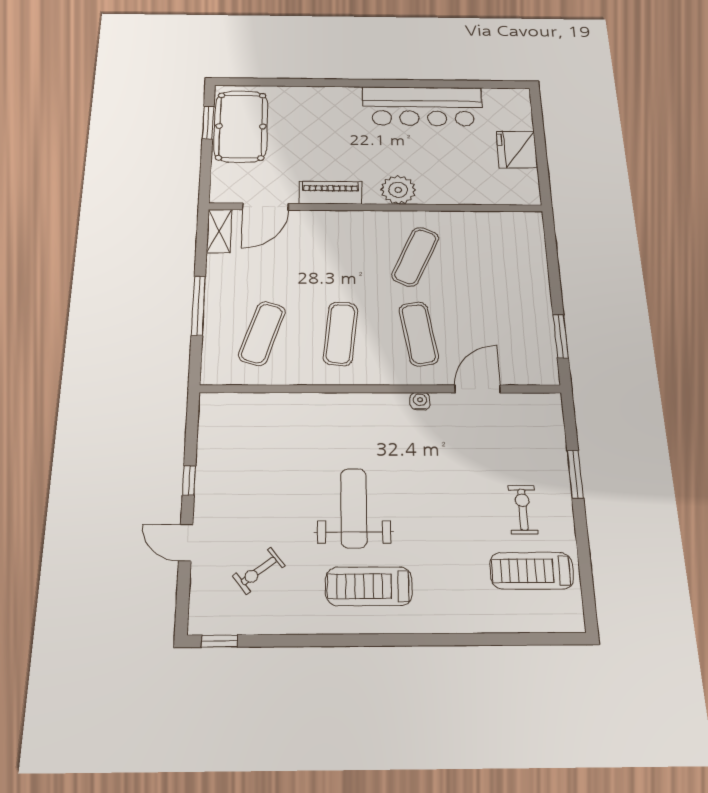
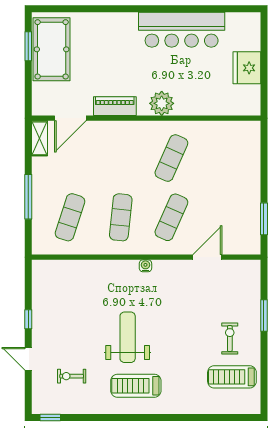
exercise mat: (419, 334) -> (171, 217), turned 33
water cooler: (420, 401) -> (145, 266), moved
exercise bike: (259, 571) -> (72, 376), turned 38

